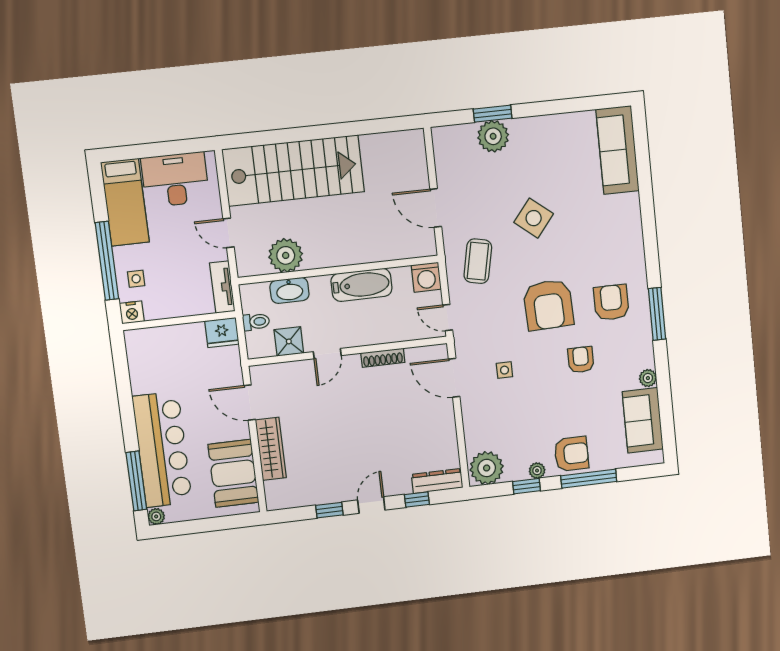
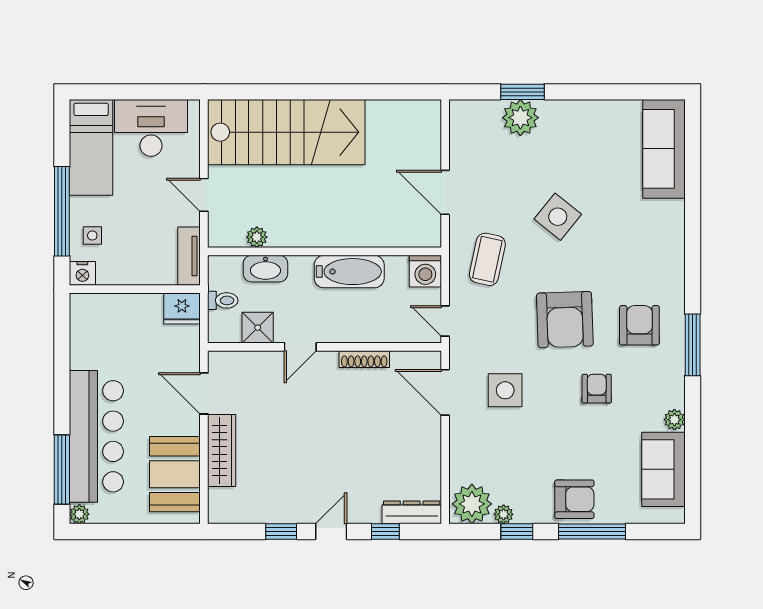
plant: (286, 255) -> (257, 237), width x0.53, depth x0.53
side table: (504, 370) -> (505, 390), width x1.87, depth x1.87
plant: (537, 471) -> (504, 514), moved

